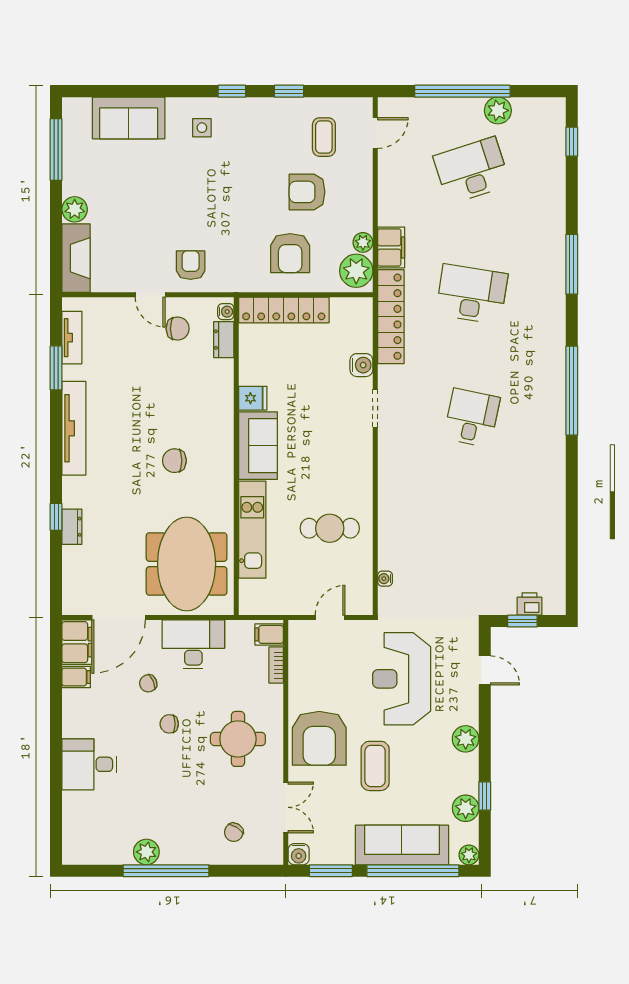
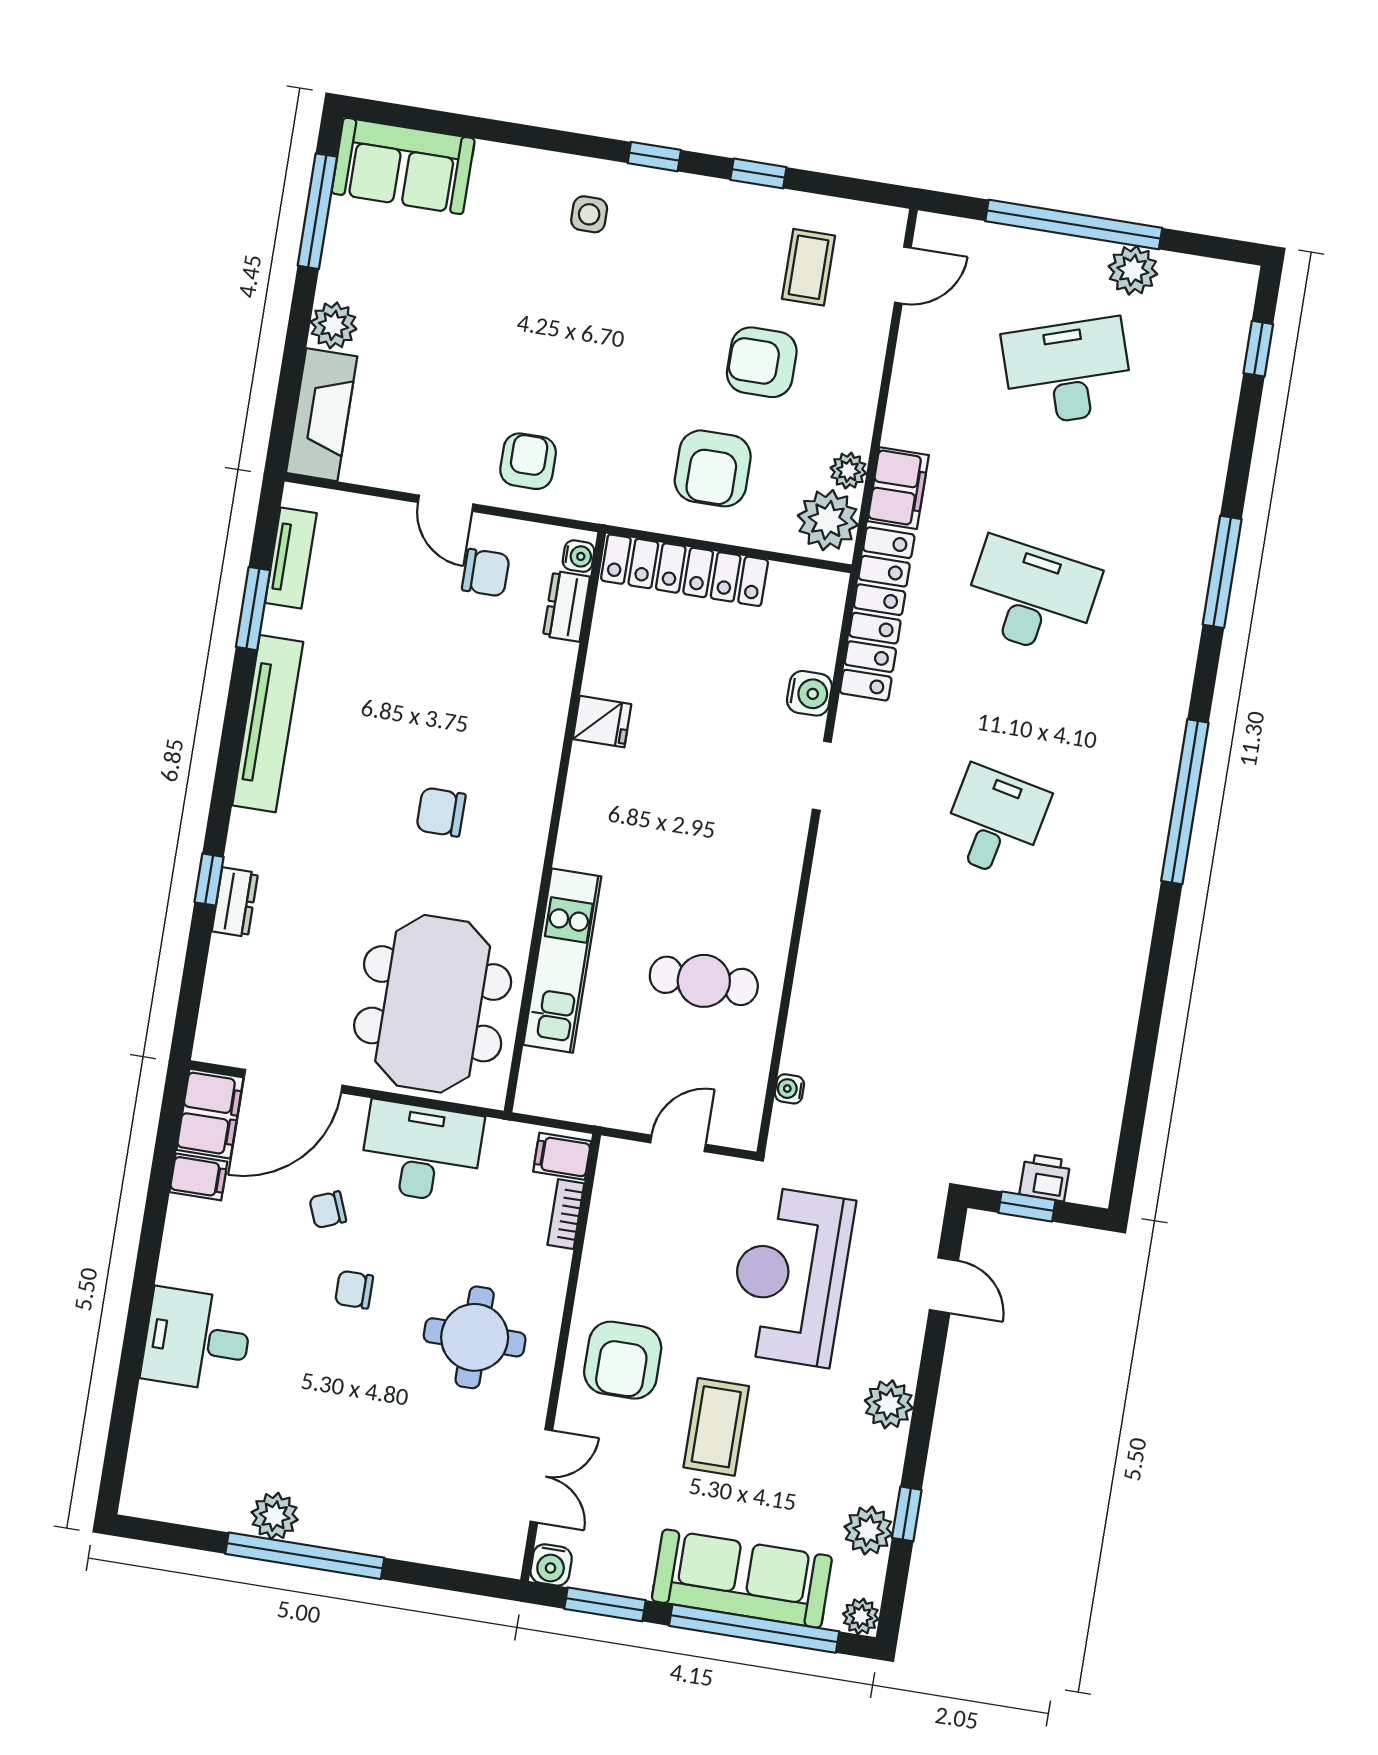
sofa: (129, 118) -> (403, 166), moved
sofa: (258, 446) -> (598, 809), removed
armchair: (319, 738) -> (623, 1360), width x0.73, depth x0.73
chair: (234, 832) -> (439, 1506), removed

